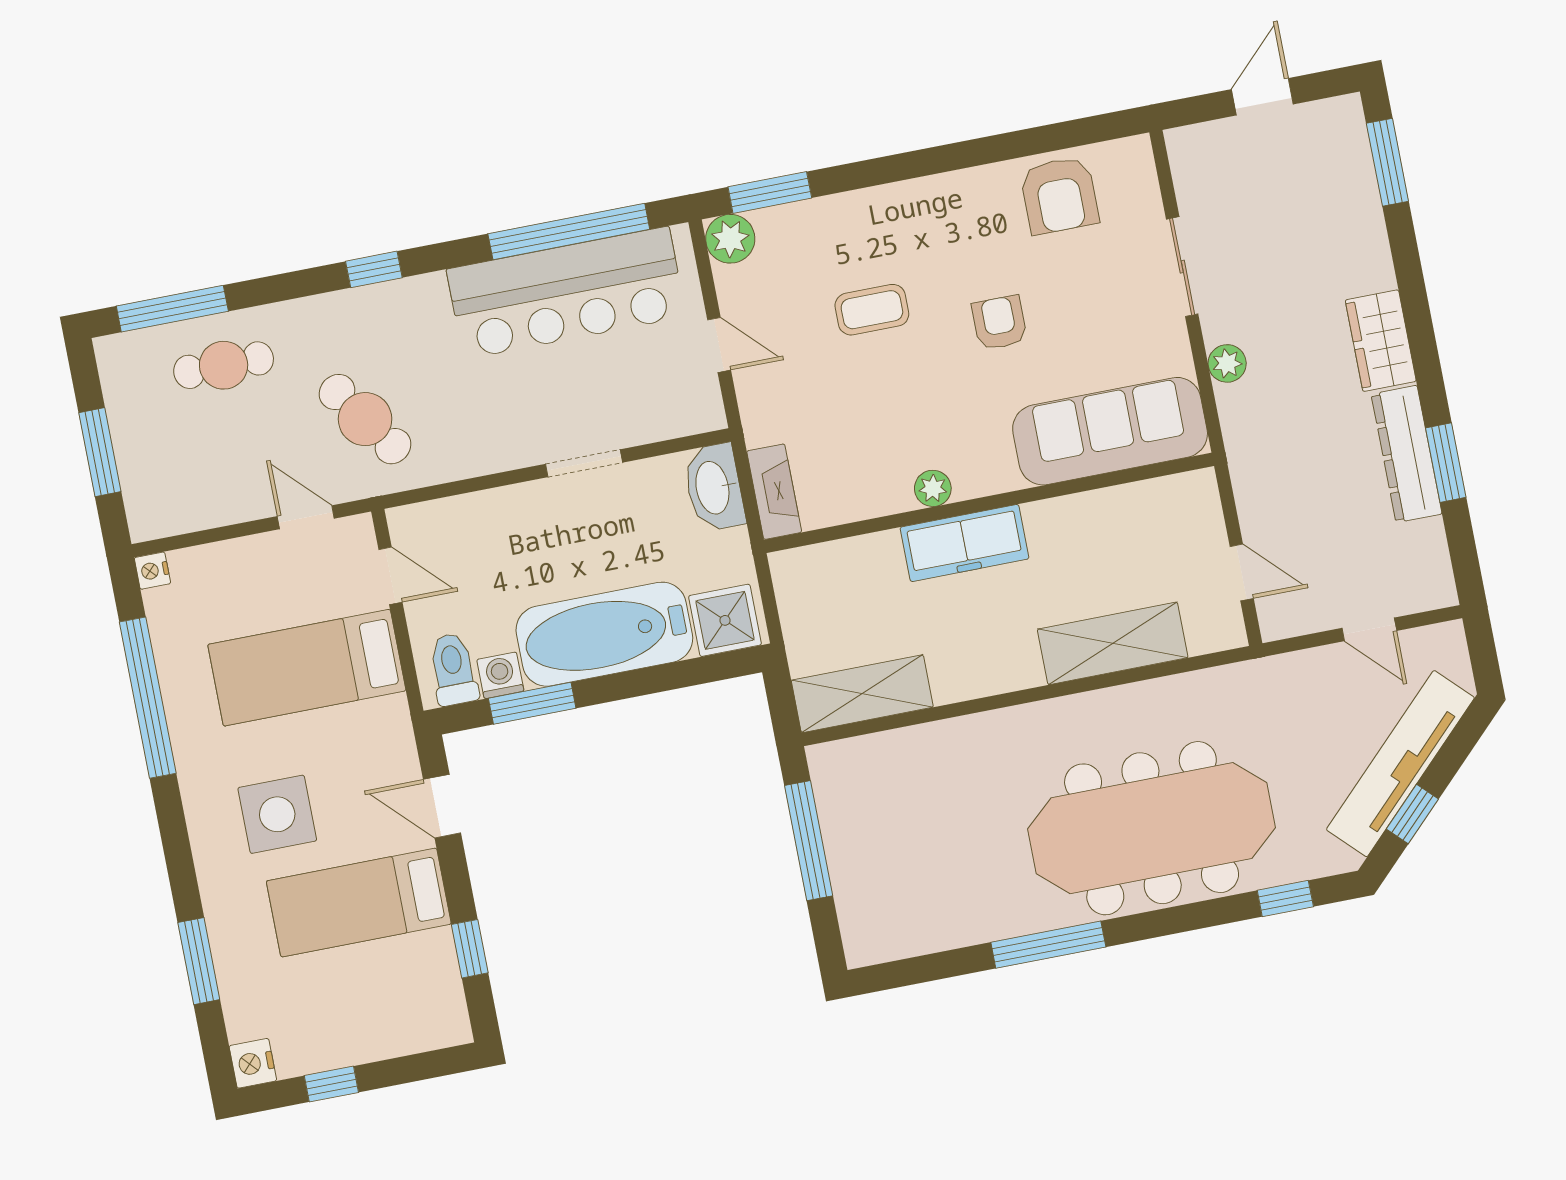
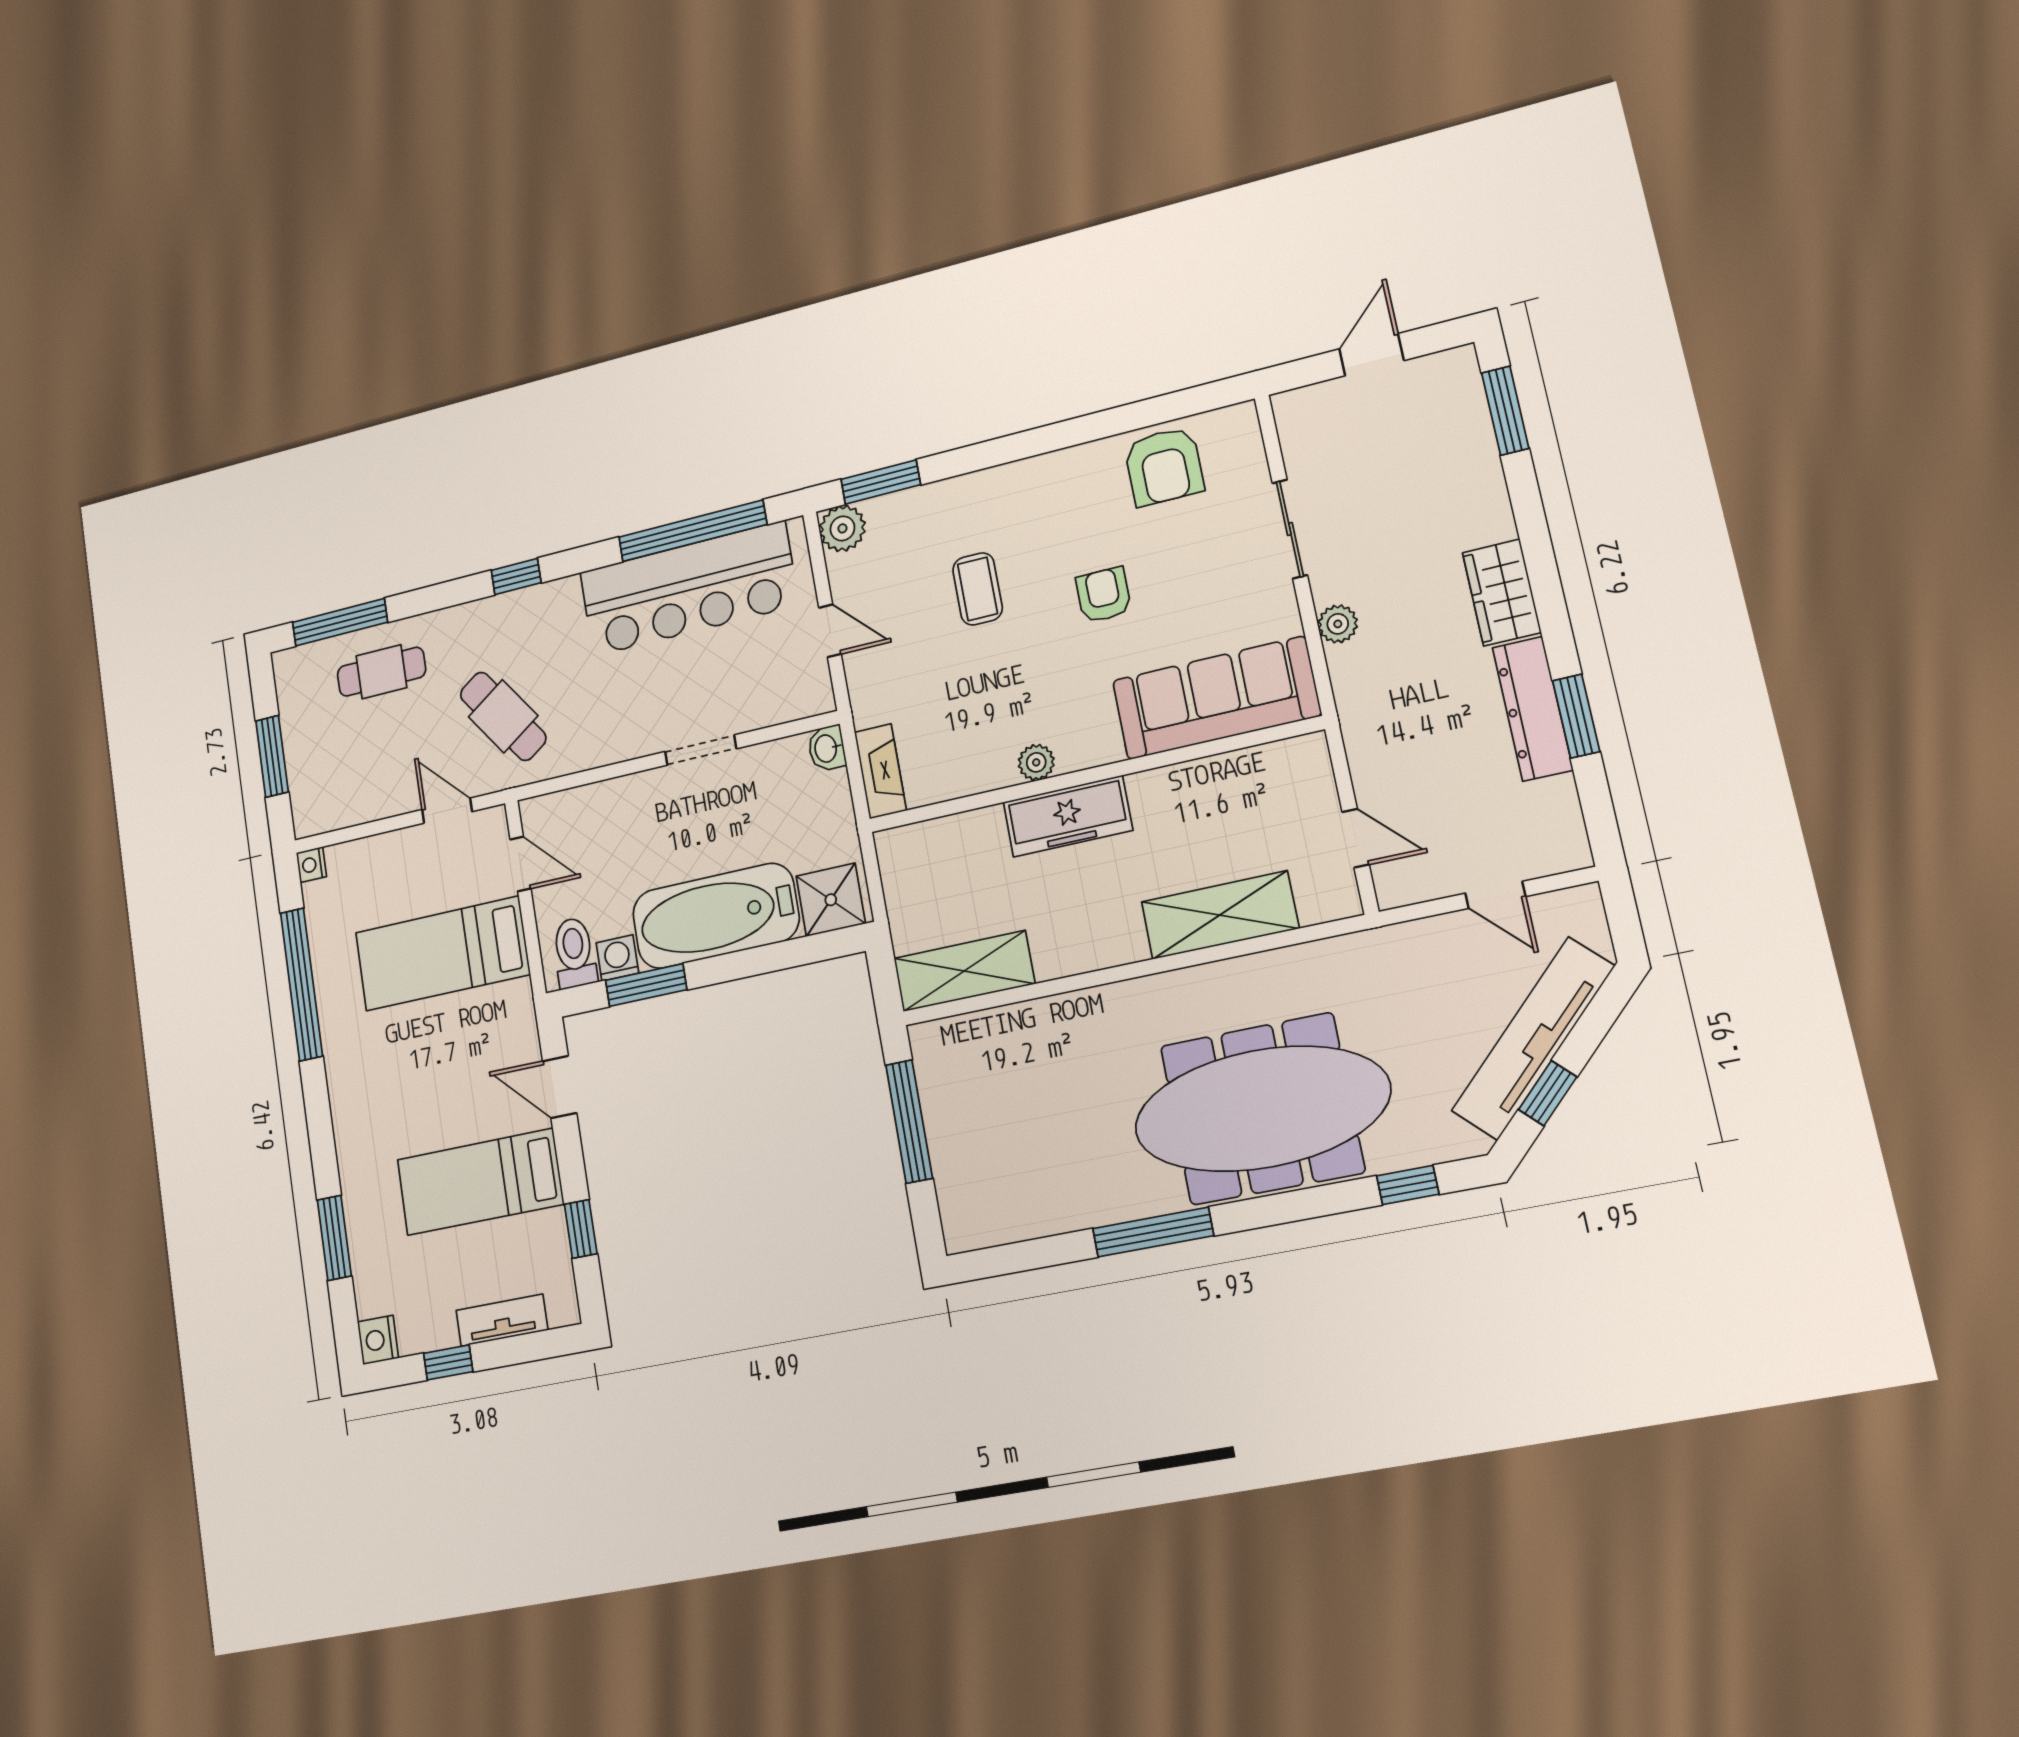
coffee table: (872, 310) -> (978, 589), turned 90
washbasin: (714, 487) -> (827, 748), width x0.52, depth x0.69
side table: (277, 814) -> (410, 1095), removed
tv unit: (388, 1041) -> (502, 1320), added

